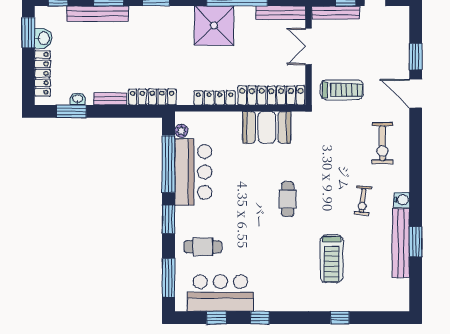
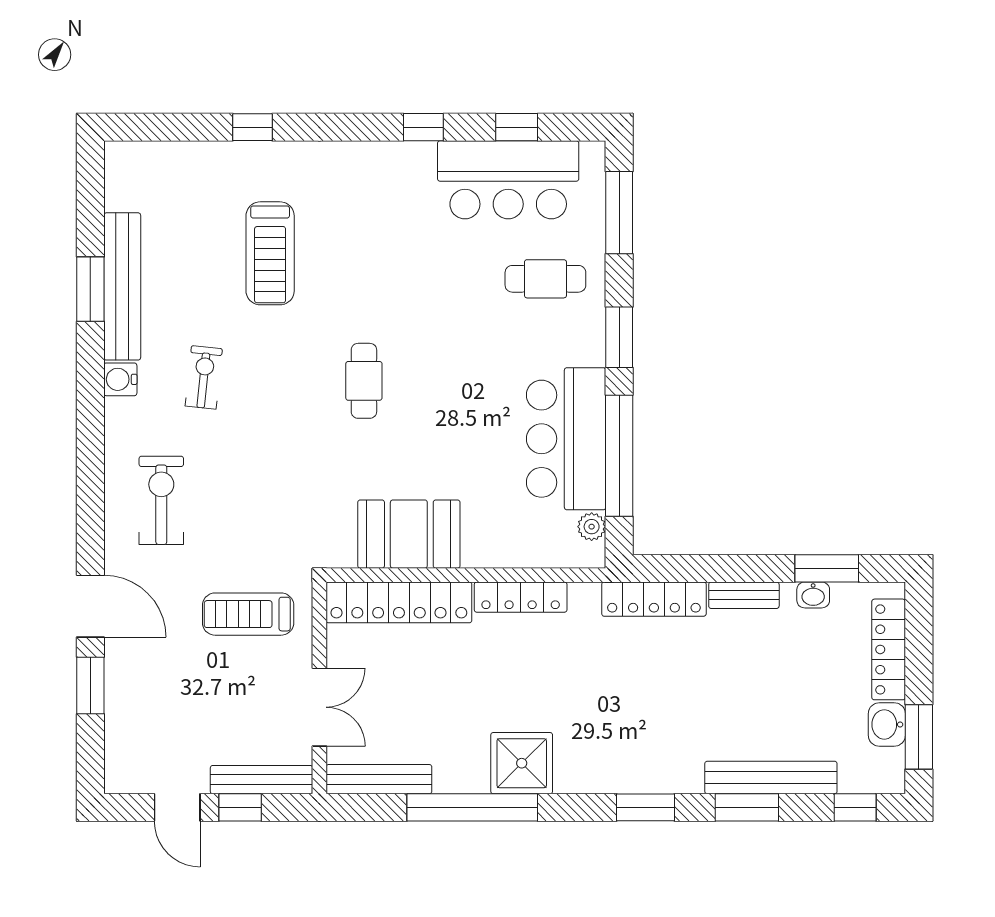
shower: (214, 26) -> (522, 763), width x0.73, depth x0.73
treadmill: (332, 259) -> (270, 253), turned 180

